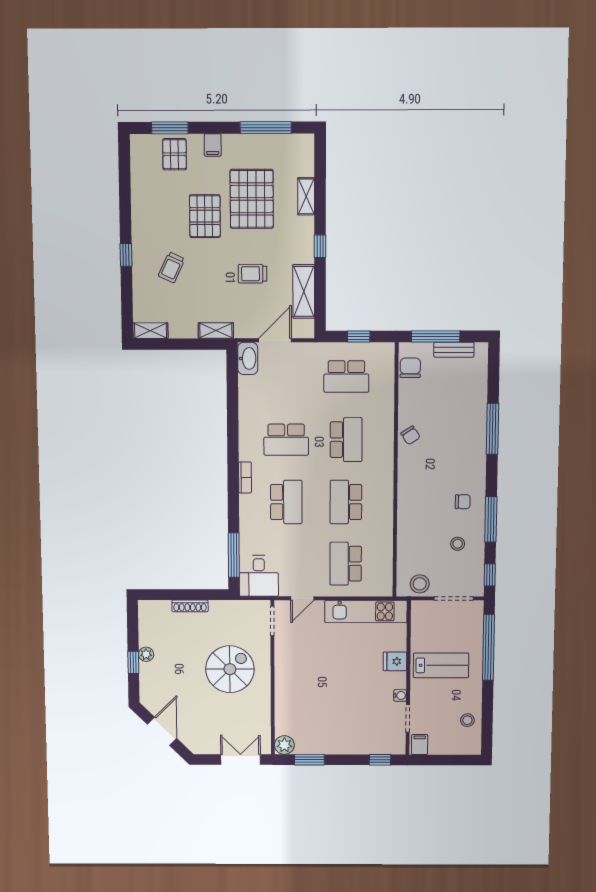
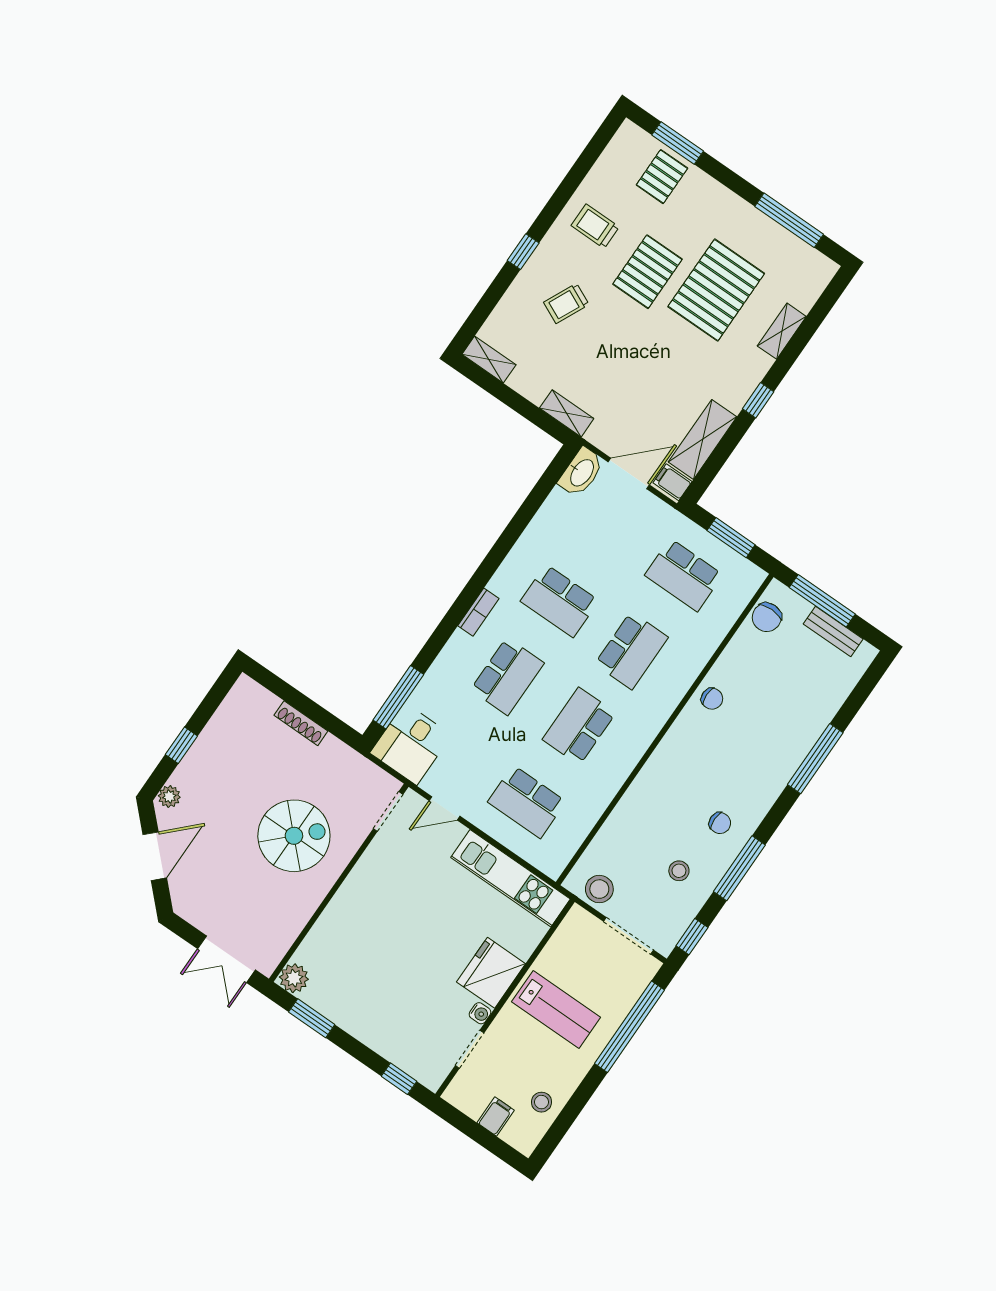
filing cabinet: (213, 145) -> (673, 482), moved, turned 90
trolley: (252, 274) -> (595, 226), moved
window: (359, 336) -> (731, 538), width x1.50
chair: (410, 368) -> (767, 617), turned 180
chair: (411, 435) -> (712, 699), turned -57
school desk: (346, 564) -> (527, 802), turned -90
plant: (146, 654) -> (169, 796), moved
fridge: (395, 661) -> (491, 973), width x1.88, depth x1.34
filing cabinet: (420, 745) -> (496, 1117), moved
double door: (241, 760) -> (227, 959), swing flipped

